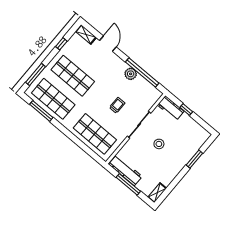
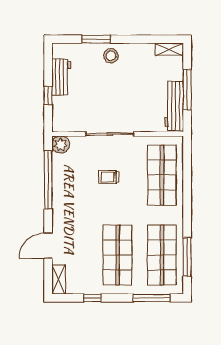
plant: (131, 74) -> (61, 145), moved
workbench: (171, 108) -> (61, 77), moved
stool: (159, 144) -> (111, 56), moved

